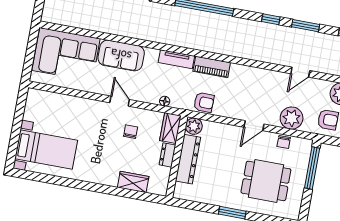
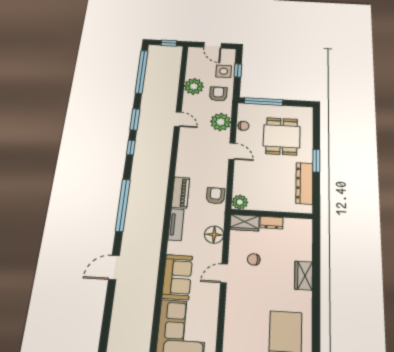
floor lamp: (165, 101) -> (214, 235), width x1.89, depth x1.89
dresser: (188, 159) -> (304, 183), moved, turned -90
wardrobe: (133, 182) -> (304, 276), moved

